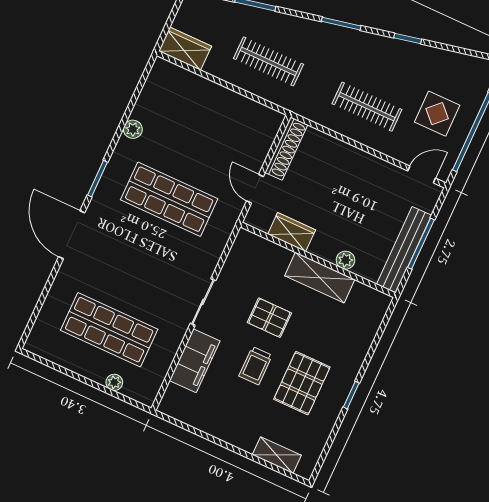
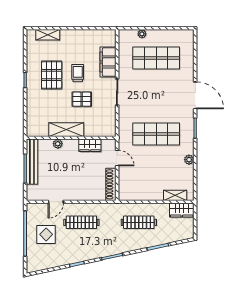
shelving: (185, 79) -> (175, 195), added
door: (422, 175) -> (56, 202), moved

